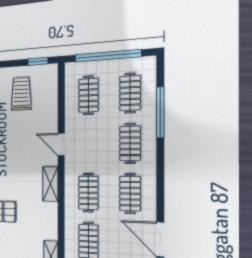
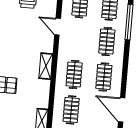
door: (61, 144) -> (58, 27), moved

